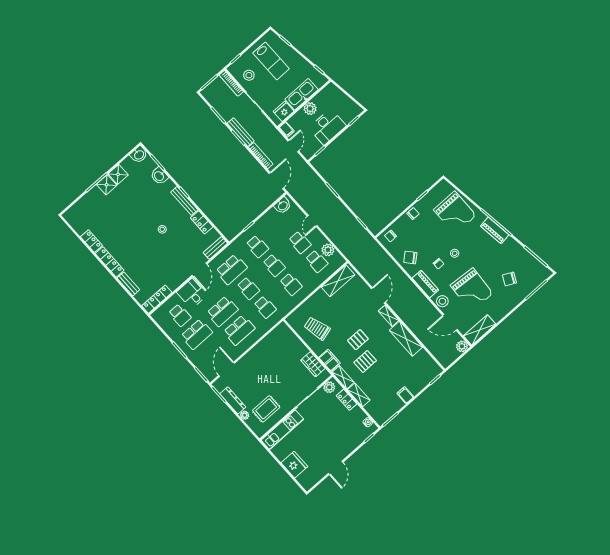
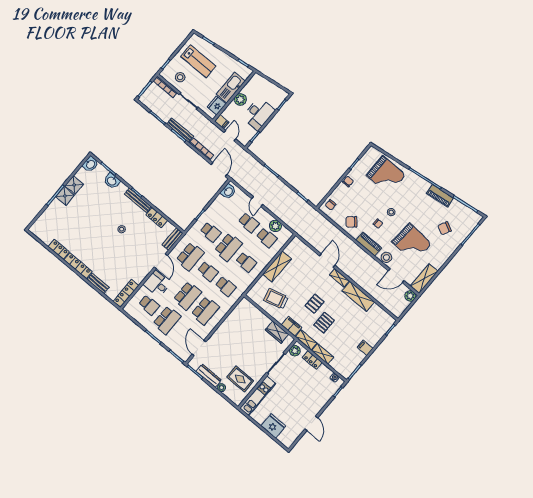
piano: (495, 230) -> (440, 196), moved
school desk: (274, 265) -> (228, 247), width x1.85
shelving: (338, 281) -> (277, 266), moved
rug: (266, 409) -> (240, 379), turned 90

